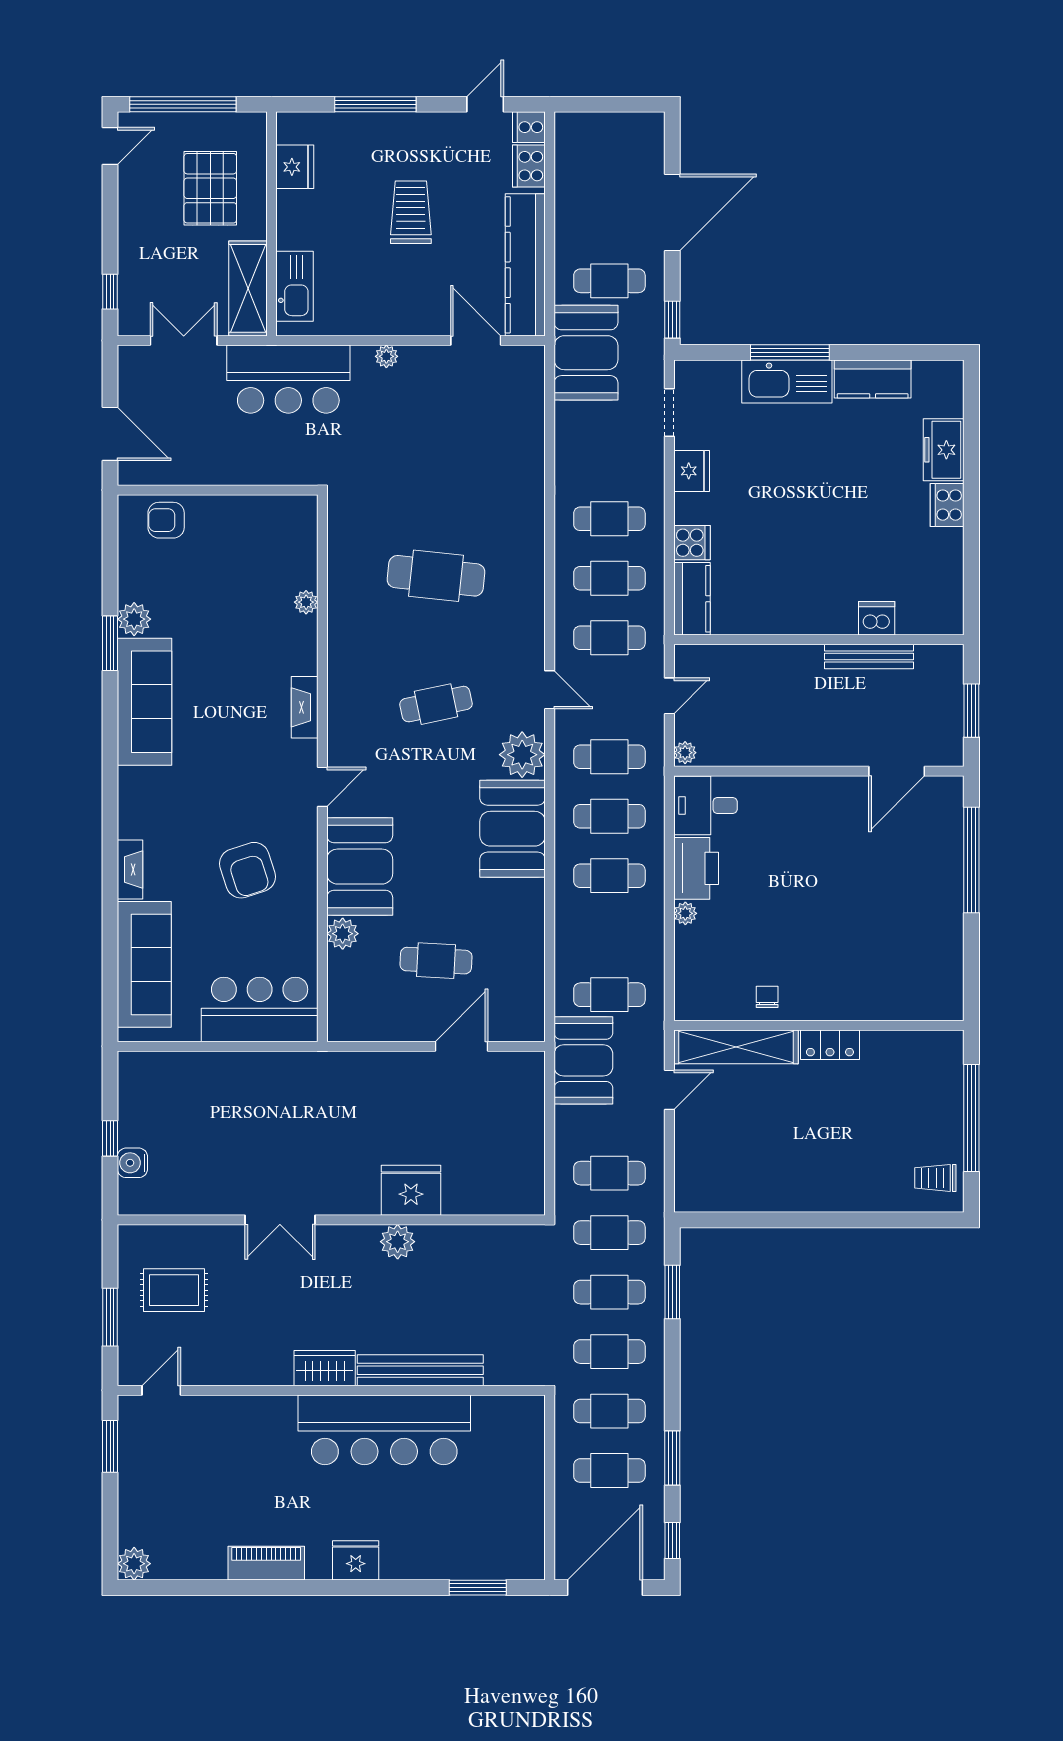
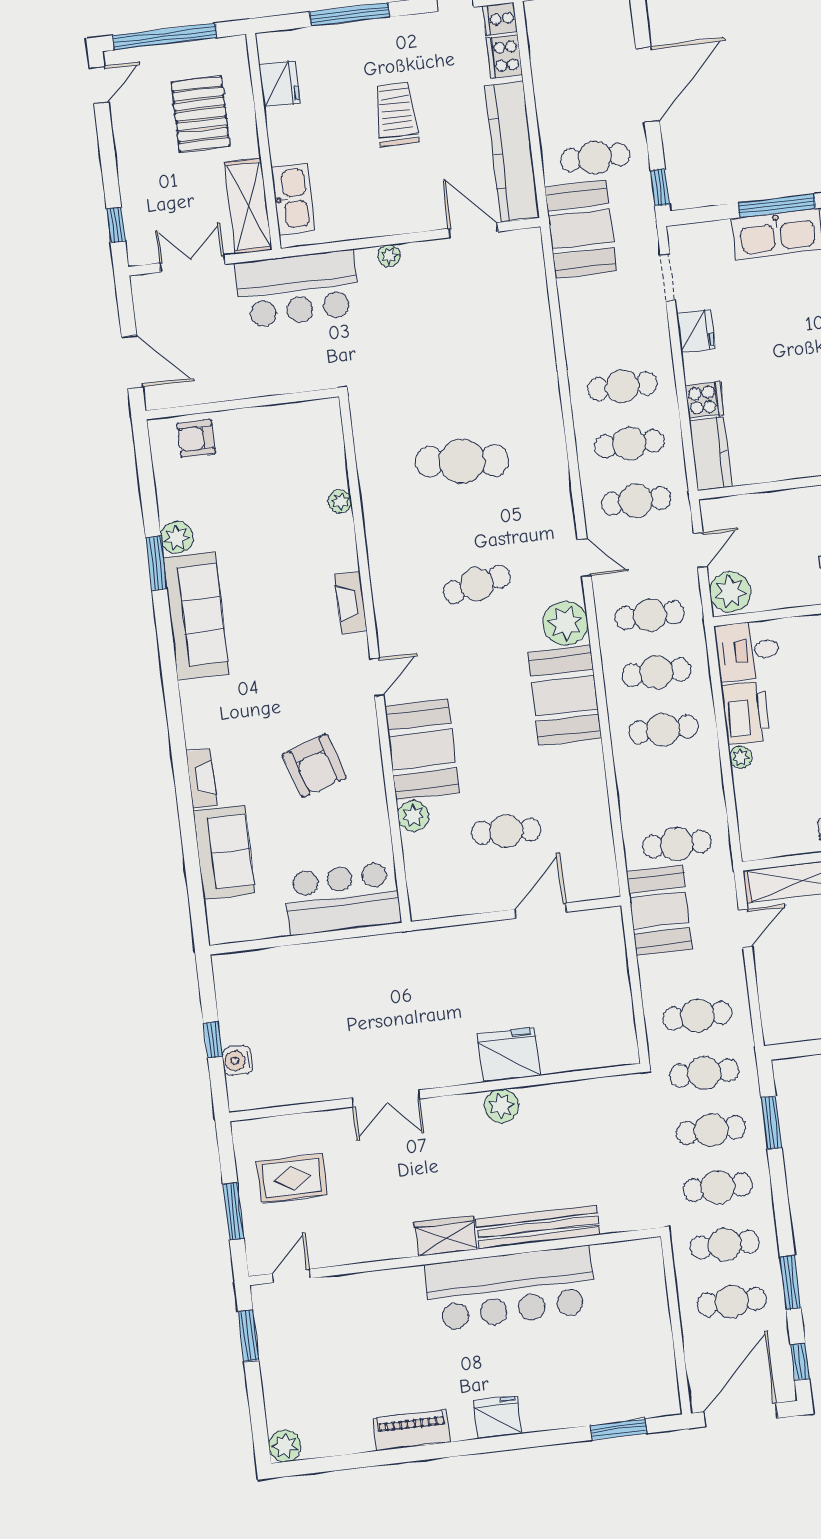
plant: (685, 753) -> (730, 592), width x1.87, depth x1.87
sofa: (144, 964) -> (224, 852), width x0.73

